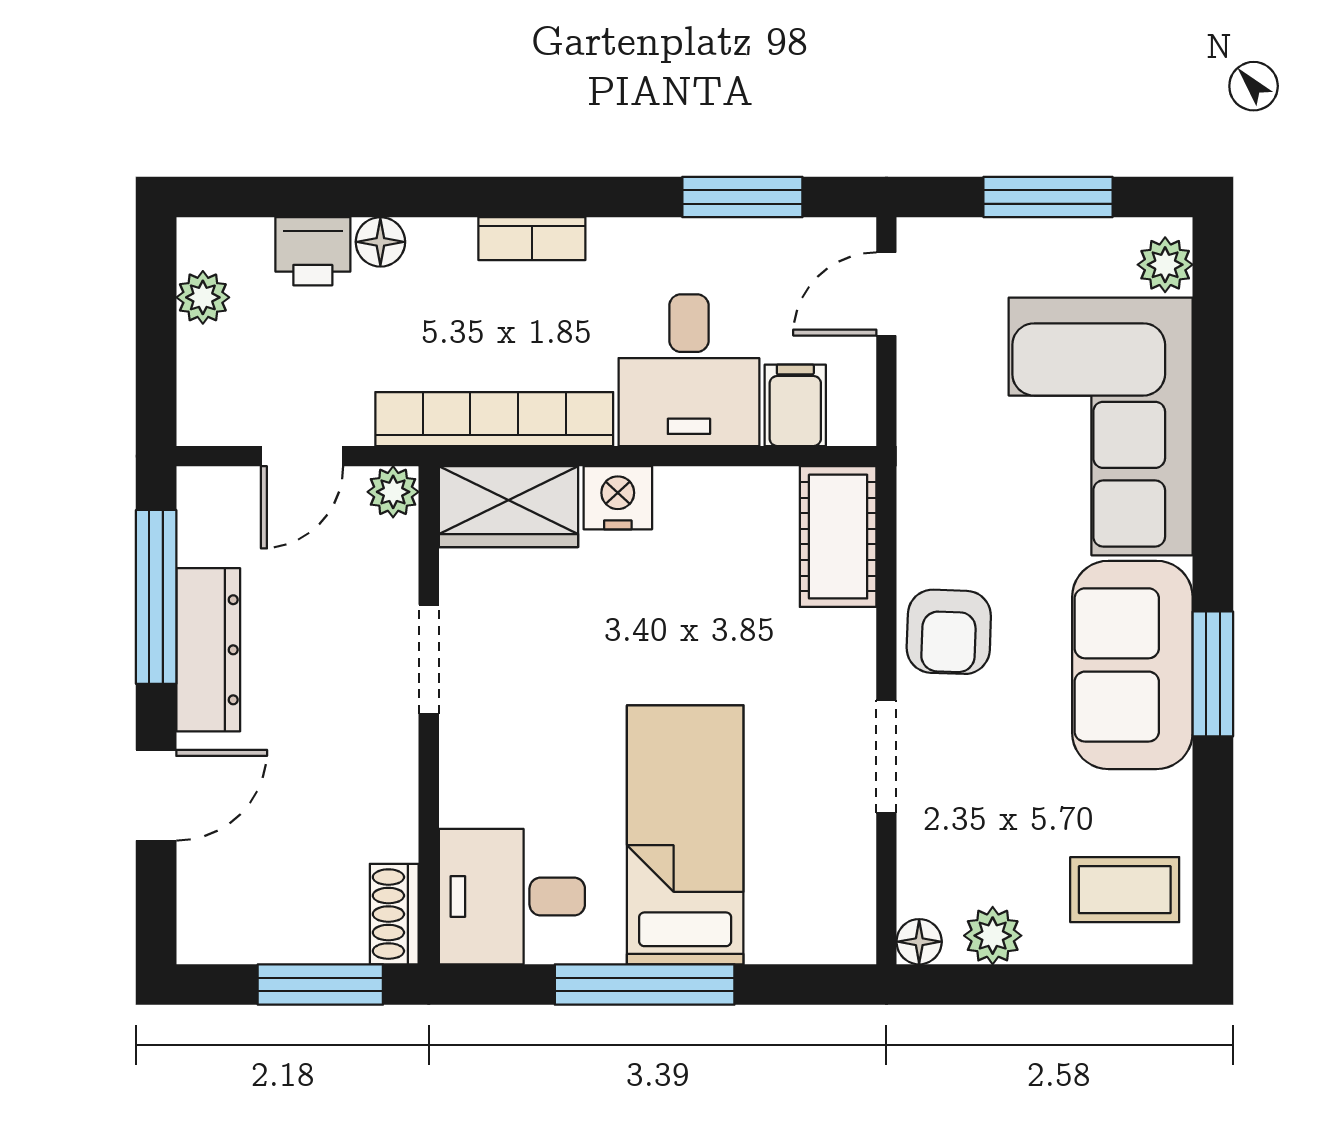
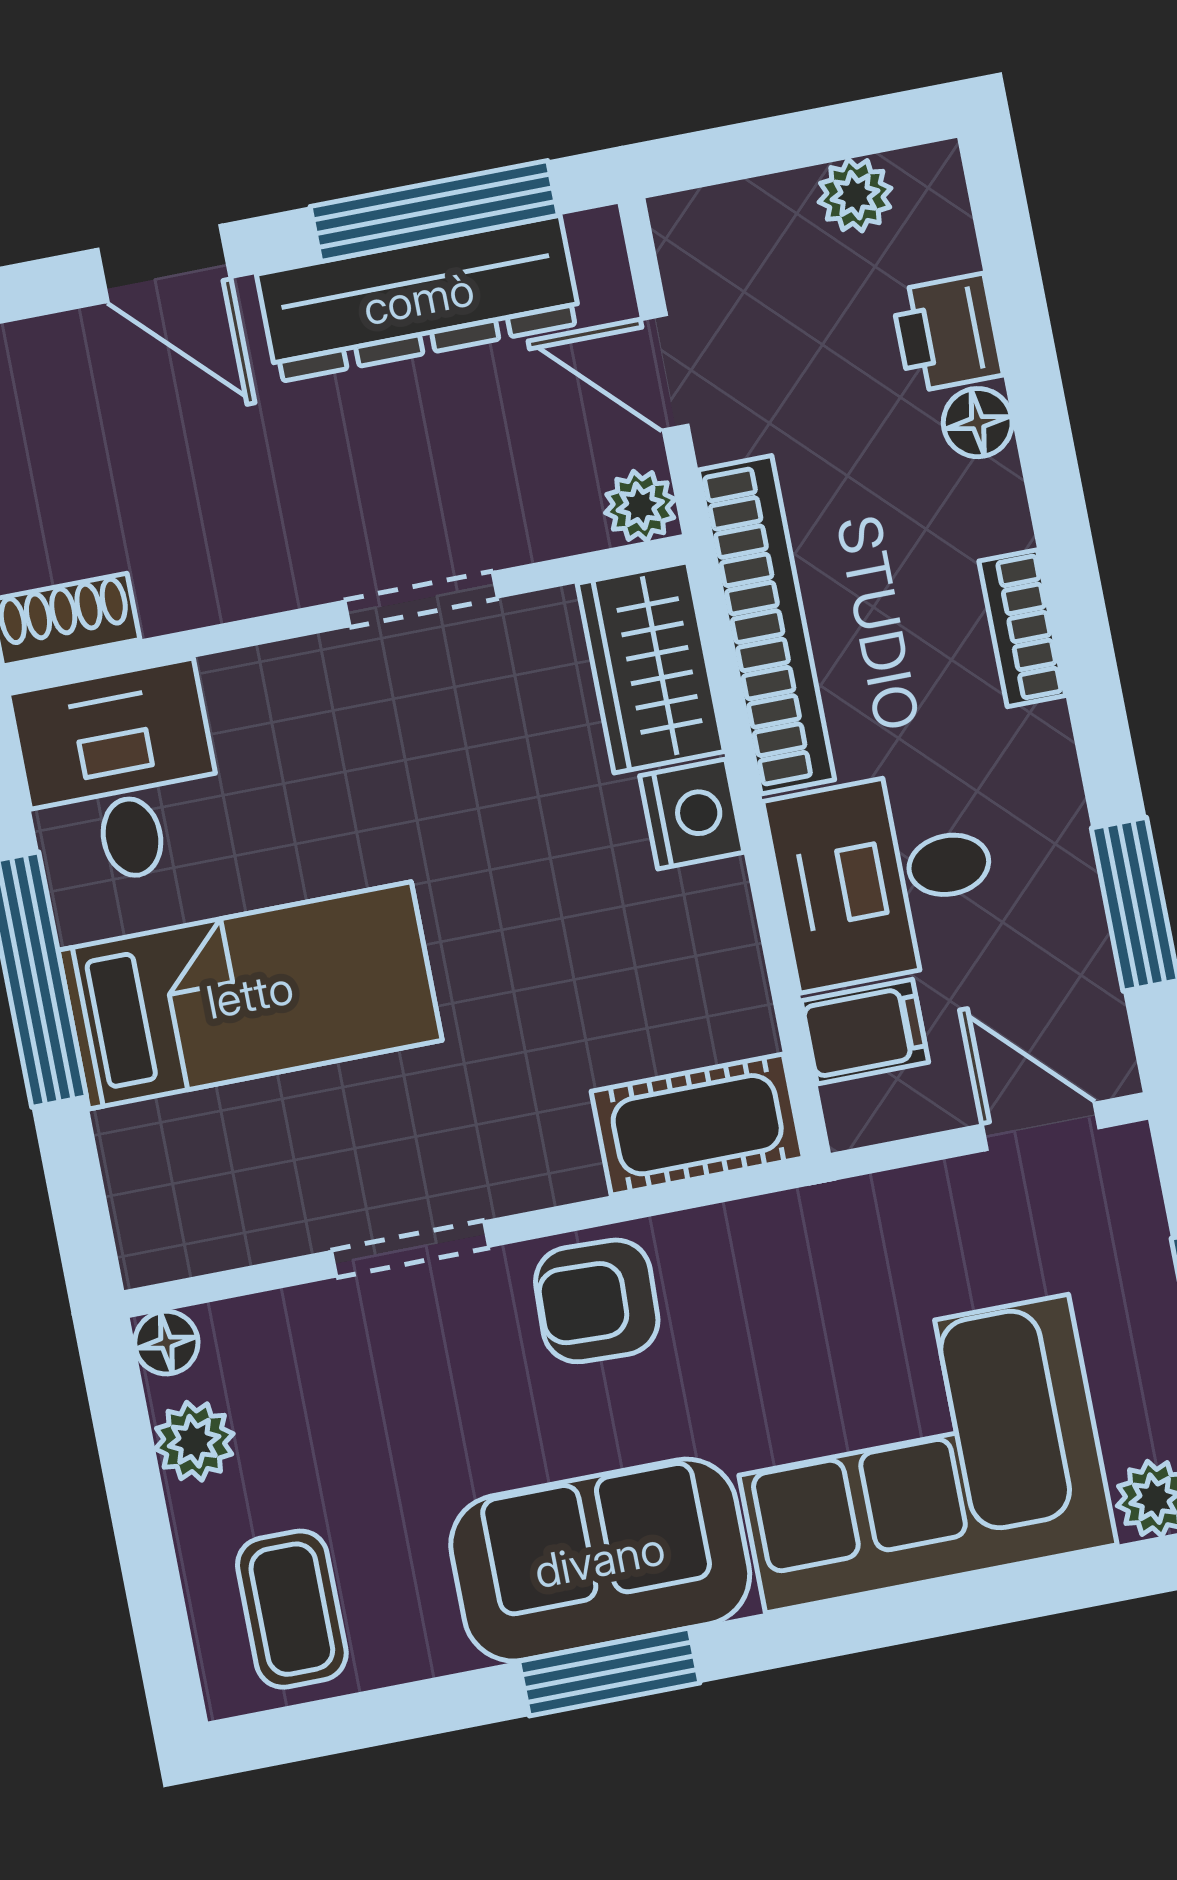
dresser: (208, 650) -> (419, 299), width x1.37, depth x1.24

